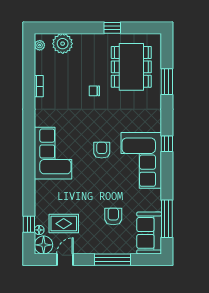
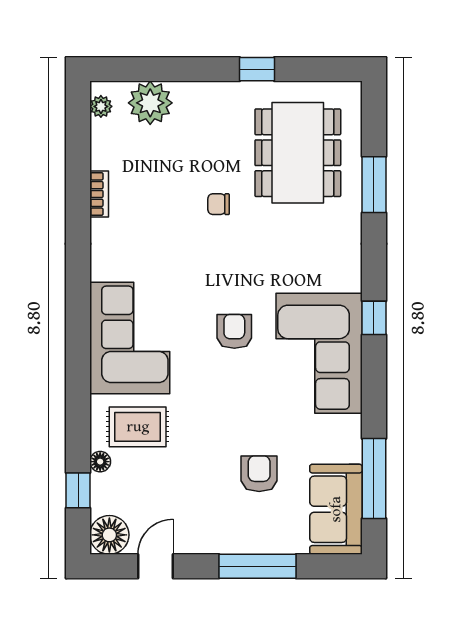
rug: (64, 224) -> (138, 427), moved
floor lamp: (39, 230) -> (100, 462), moved

